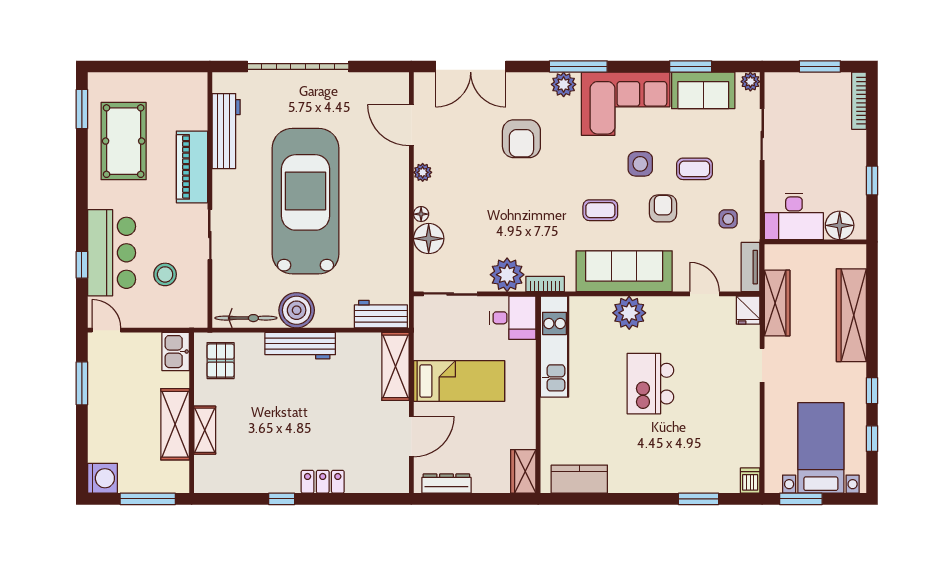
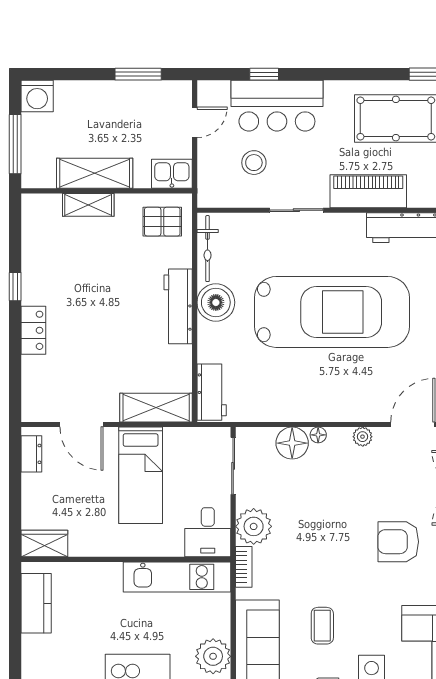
door: (106, 330) -> (195, 122), moved
dresser: (446, 484) -> (31, 454), width x0.70

